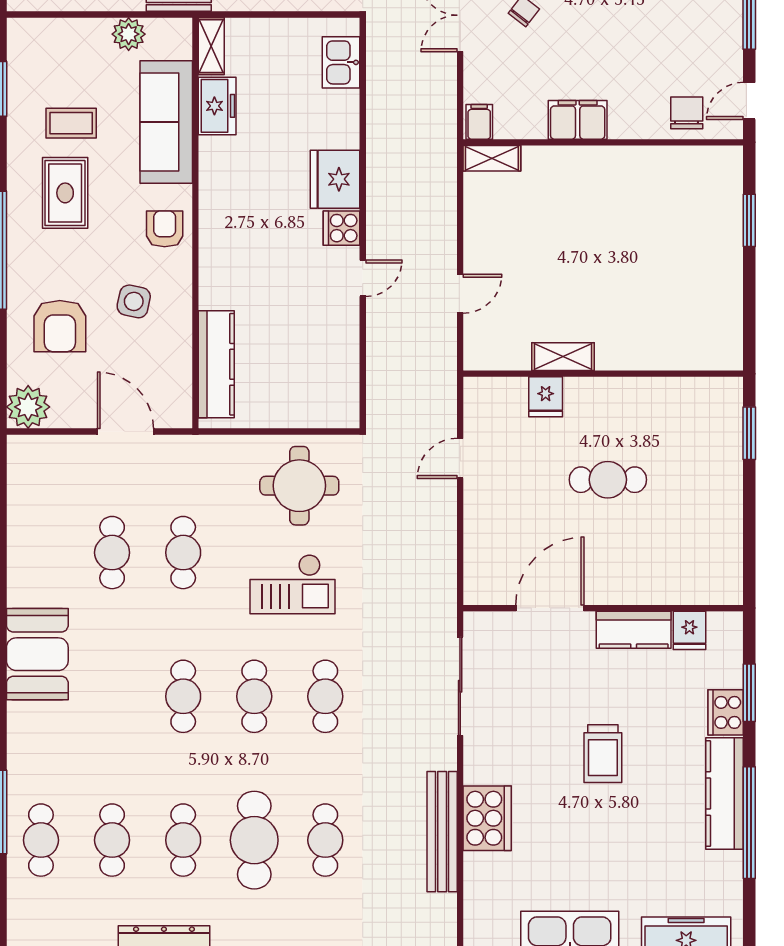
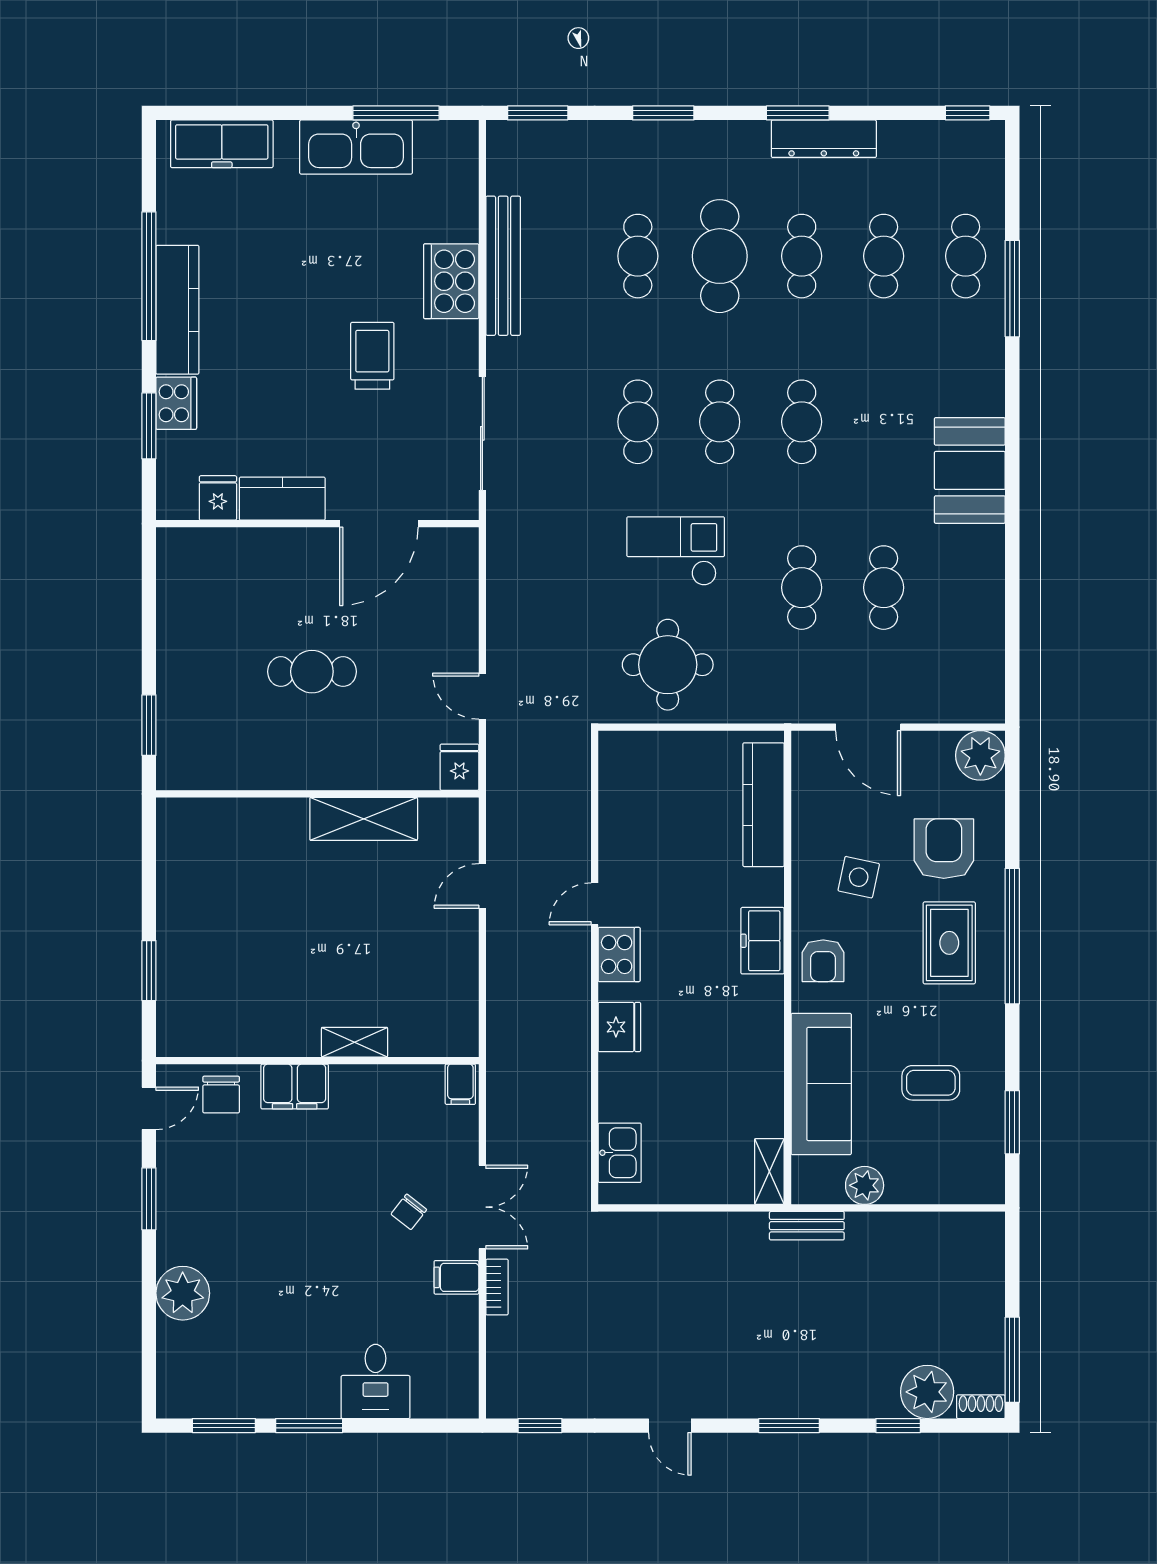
freezer: (217, 106) -> (763, 941), moved
filing cabinet: (578, 120) -> (295, 1087), moved
shelving: (492, 158) -> (355, 1042), moved
fridge: (335, 179) -> (619, 1027), width x0.73, depth x0.75
rug: (65, 193) -> (949, 943), moved
cooker: (341, 228) -> (619, 954), width x1.36
shelving: (563, 357) -> (364, 819), width x1.50, depth x1.33
fridge: (546, 397) -> (459, 767), moved
door: (460, 458) -> (482, 696), swing flipped
trolley: (603, 754) -> (372, 356), moved

